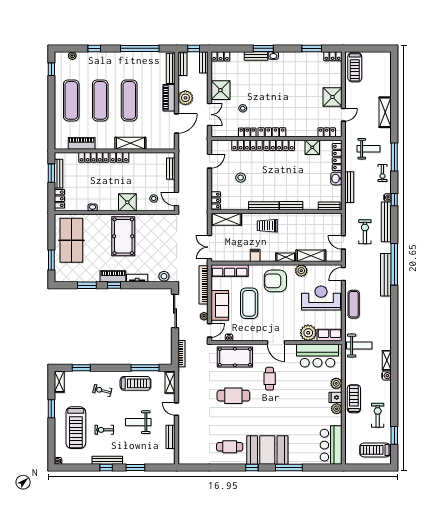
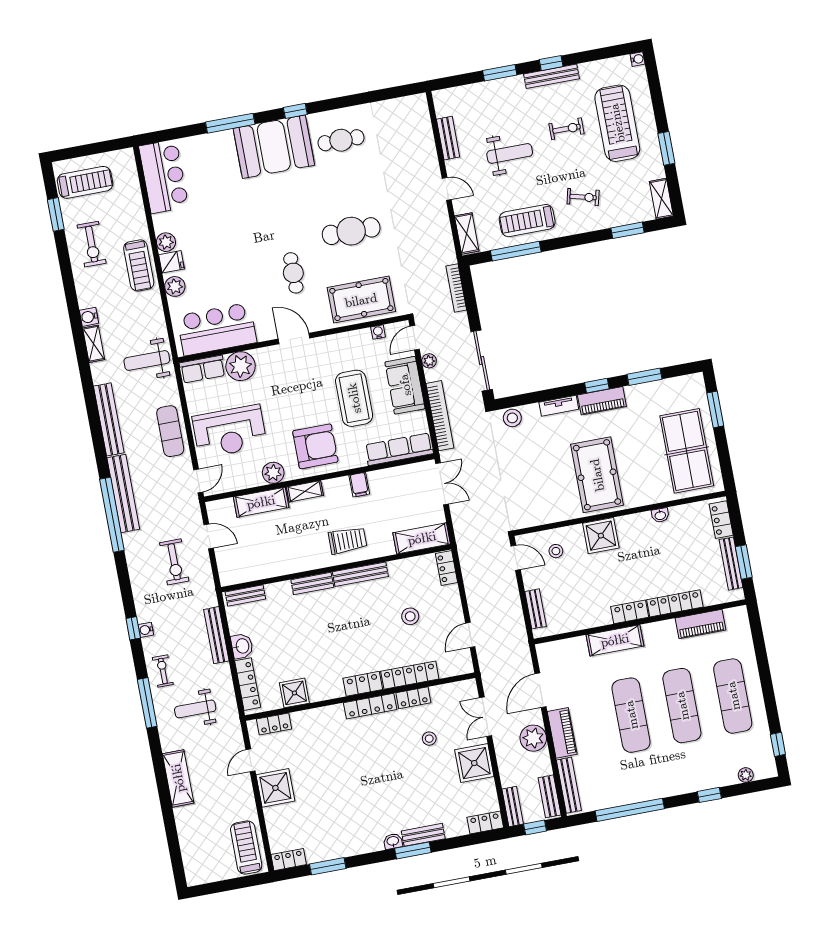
locker: (279, 145) -> (363, 684), width x0.66
bench: (386, 222) -> (109, 419), moved

